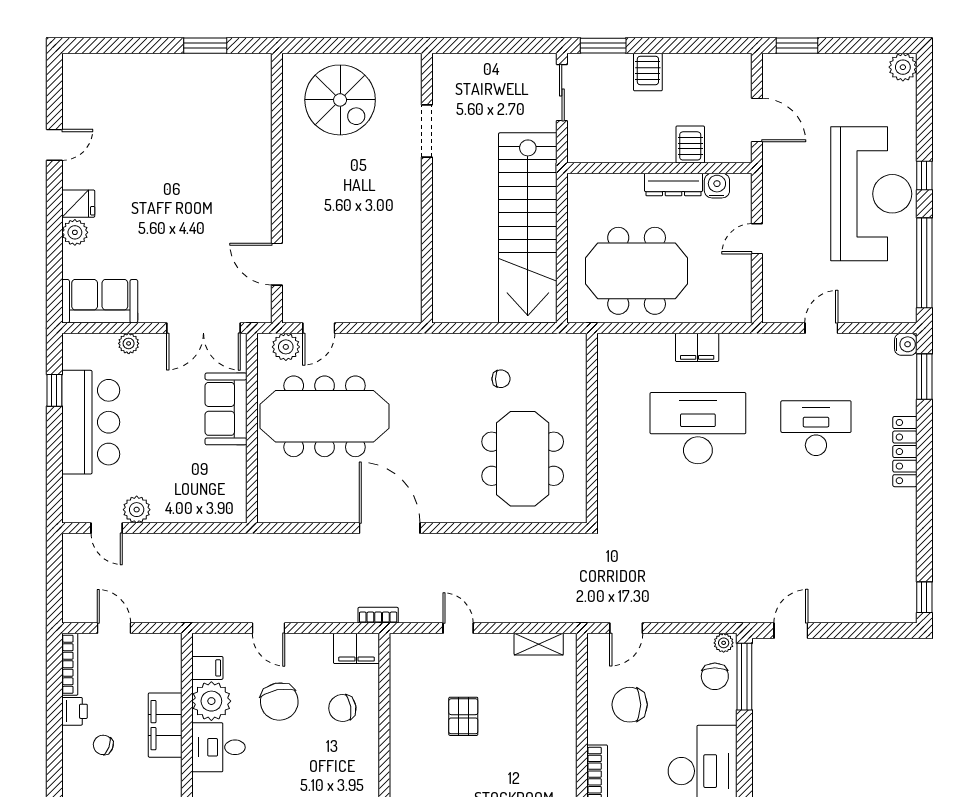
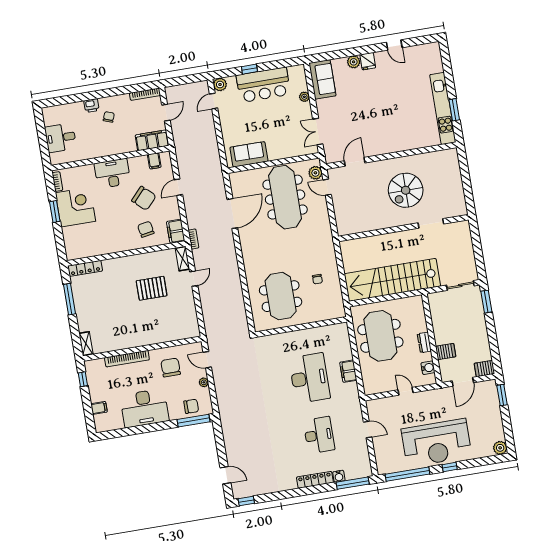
kitchen unit: (199, 68) -> (443, 108), added
server rack: (648, 72) -> (484, 369), moved
spiral stairs: (340, 100) -> (406, 190), moved
dresser: (674, 184) -> (424, 342), width x0.70
double door: (203, 328) -> (318, 132), width x0.73
water cooler: (906, 344) -> (339, 476), moved
window: (924, 377) -> (353, 483), width x1.44
window: (54, 390) -> (249, 69), moved
sofa: (226, 409) -> (249, 154), moved
meeting table: (523, 459) -> (281, 296), turned 90
plant: (137, 510) -> (220, 85), moved
door: (390, 528) -> (232, 214), moved
door: (791, 631) -> (225, 475), moved
plant: (724, 643) -> (204, 382), moved
shelving: (539, 644) -> (182, 259), moved
chair: (715, 676) -> (191, 406), turned 180
plant: (211, 701) -> (139, 166), removed
chair: (279, 702) -> (144, 198), turned -126
printer: (75, 711) -> (92, 106), moved
pallet: (463, 716) -> (152, 288), width x1.50, depth x1.42
filing cabinet: (165, 725) -> (152, 140), moved
desk: (218, 747) -> (112, 173), width x1.37

